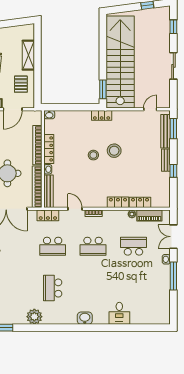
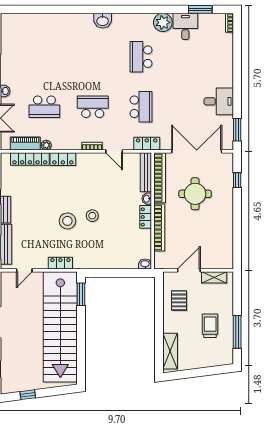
shelving: (28, 55) -> (170, 351), moved
locker: (102, 115) -> (60, 263), moved
locker: (49, 149) -> (146, 217), width x0.66
locker: (140, 202) -> (30, 159), width x1.53
school desk: (53, 246) -> (141, 107), turned 90
school desk: (53, 288) -> (141, 57), turned 180
desk: (119, 313) -> (185, 26), moved

